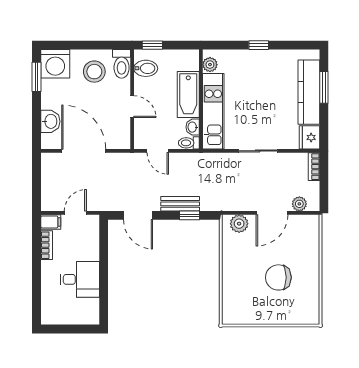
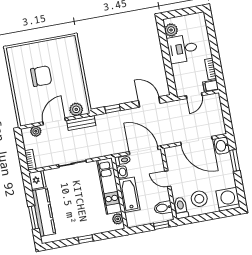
window: (37, 77) -> (235, 160), moved
washbasin: (50, 121) -> (222, 146), moved
door: (158, 151) -> (144, 151), width x1.87
bench: (180, 204) -> (81, 123), moved
plant: (90, 308) -> (171, 30), added

